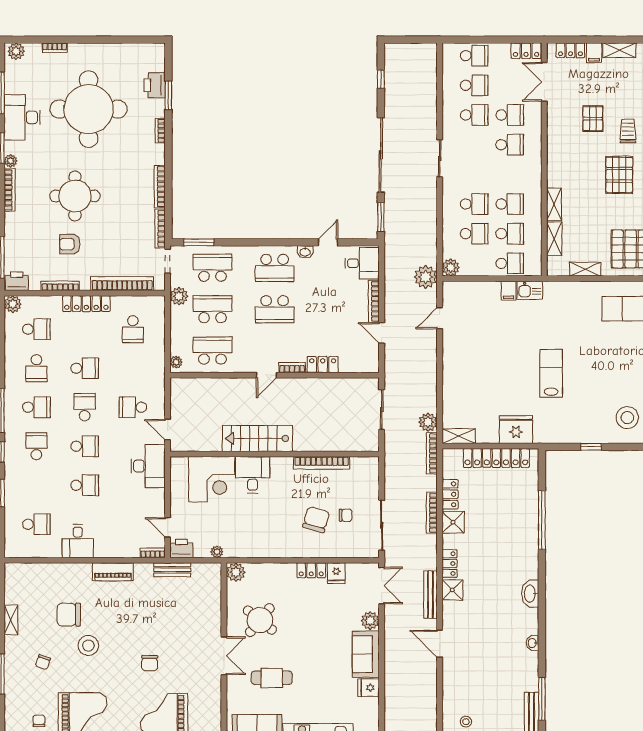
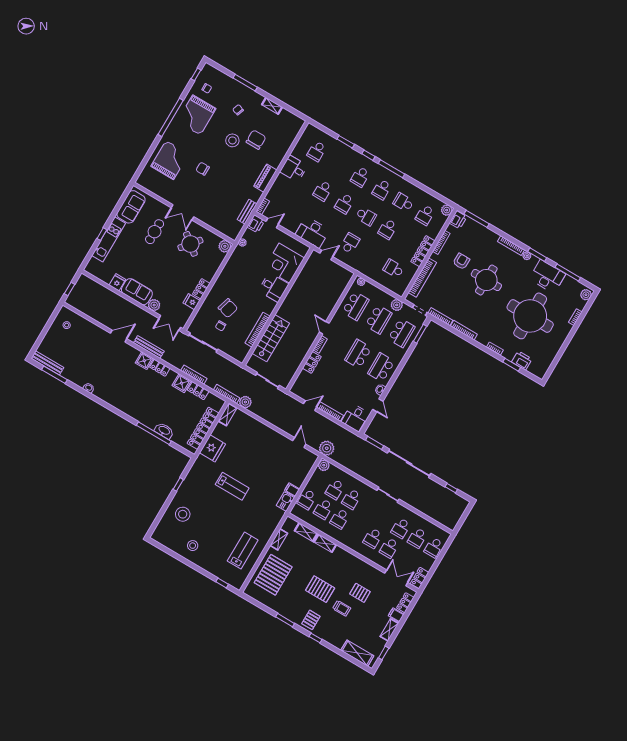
stairs: (257, 438) -> (271, 338), moved
school desk: (36, 446) -> (360, 177), turned 90
washbasin: (530, 594) -> (164, 431), moved

